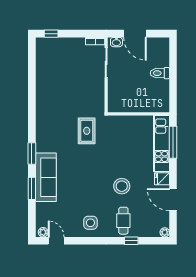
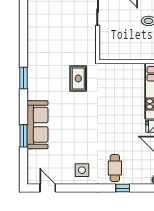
window: (32, 154) -> (24, 78), moved
stool: (122, 186) -> (113, 134), removed
plant: (43, 232) -> (35, 180), removed

